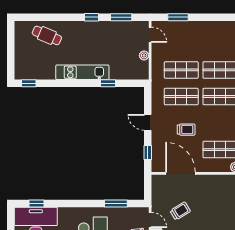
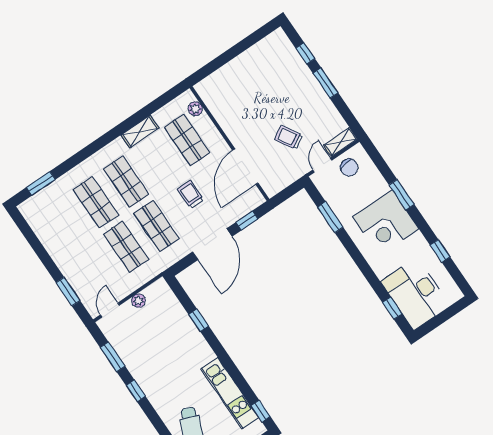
kitchen unit: (82, 72) -> (230, 393), moved
door: (148, 122) -> (212, 244), width x1.87

